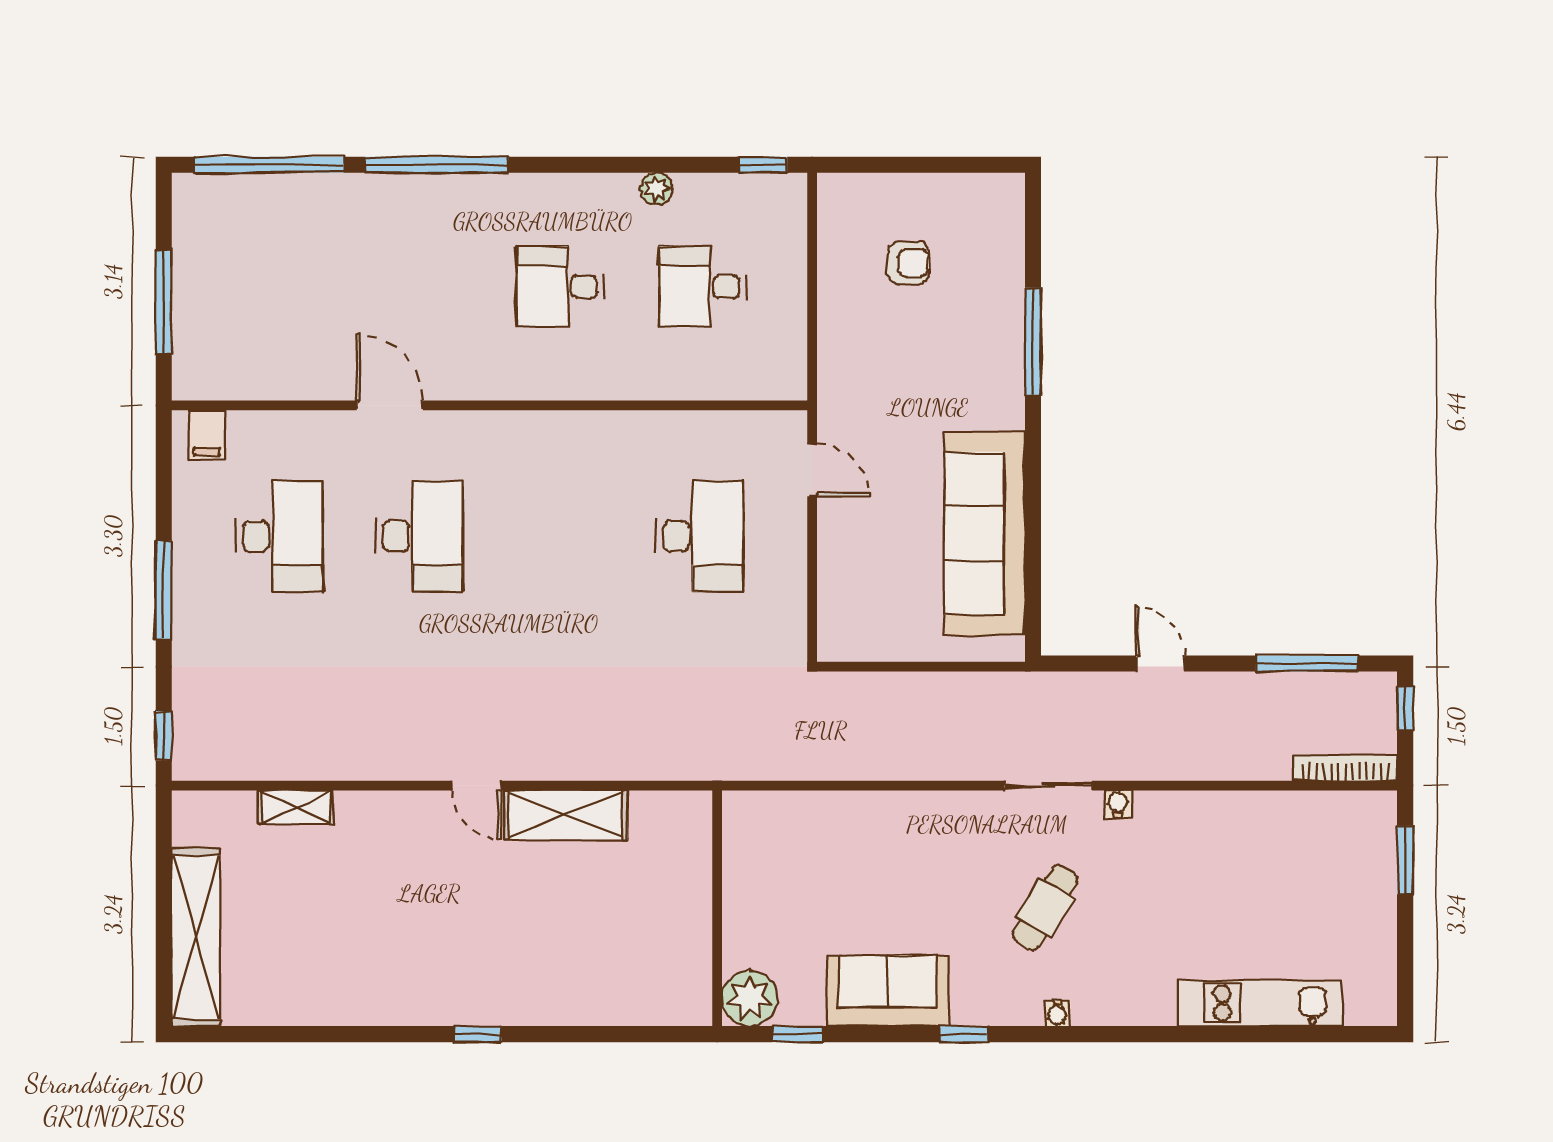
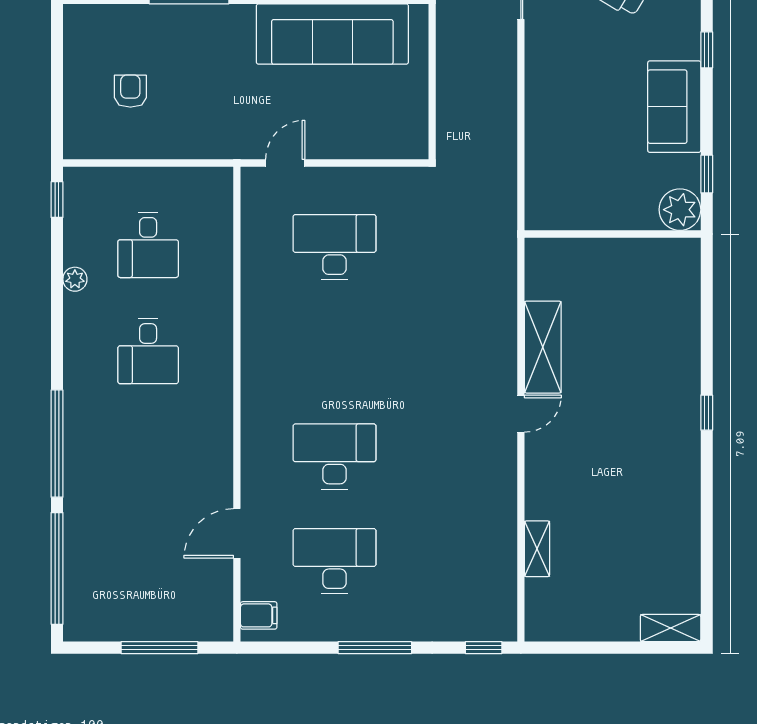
door: (390, 405) -> (237, 533), moved
shelving: (196, 937) -> (671, 628), width x0.45, depth x0.75

